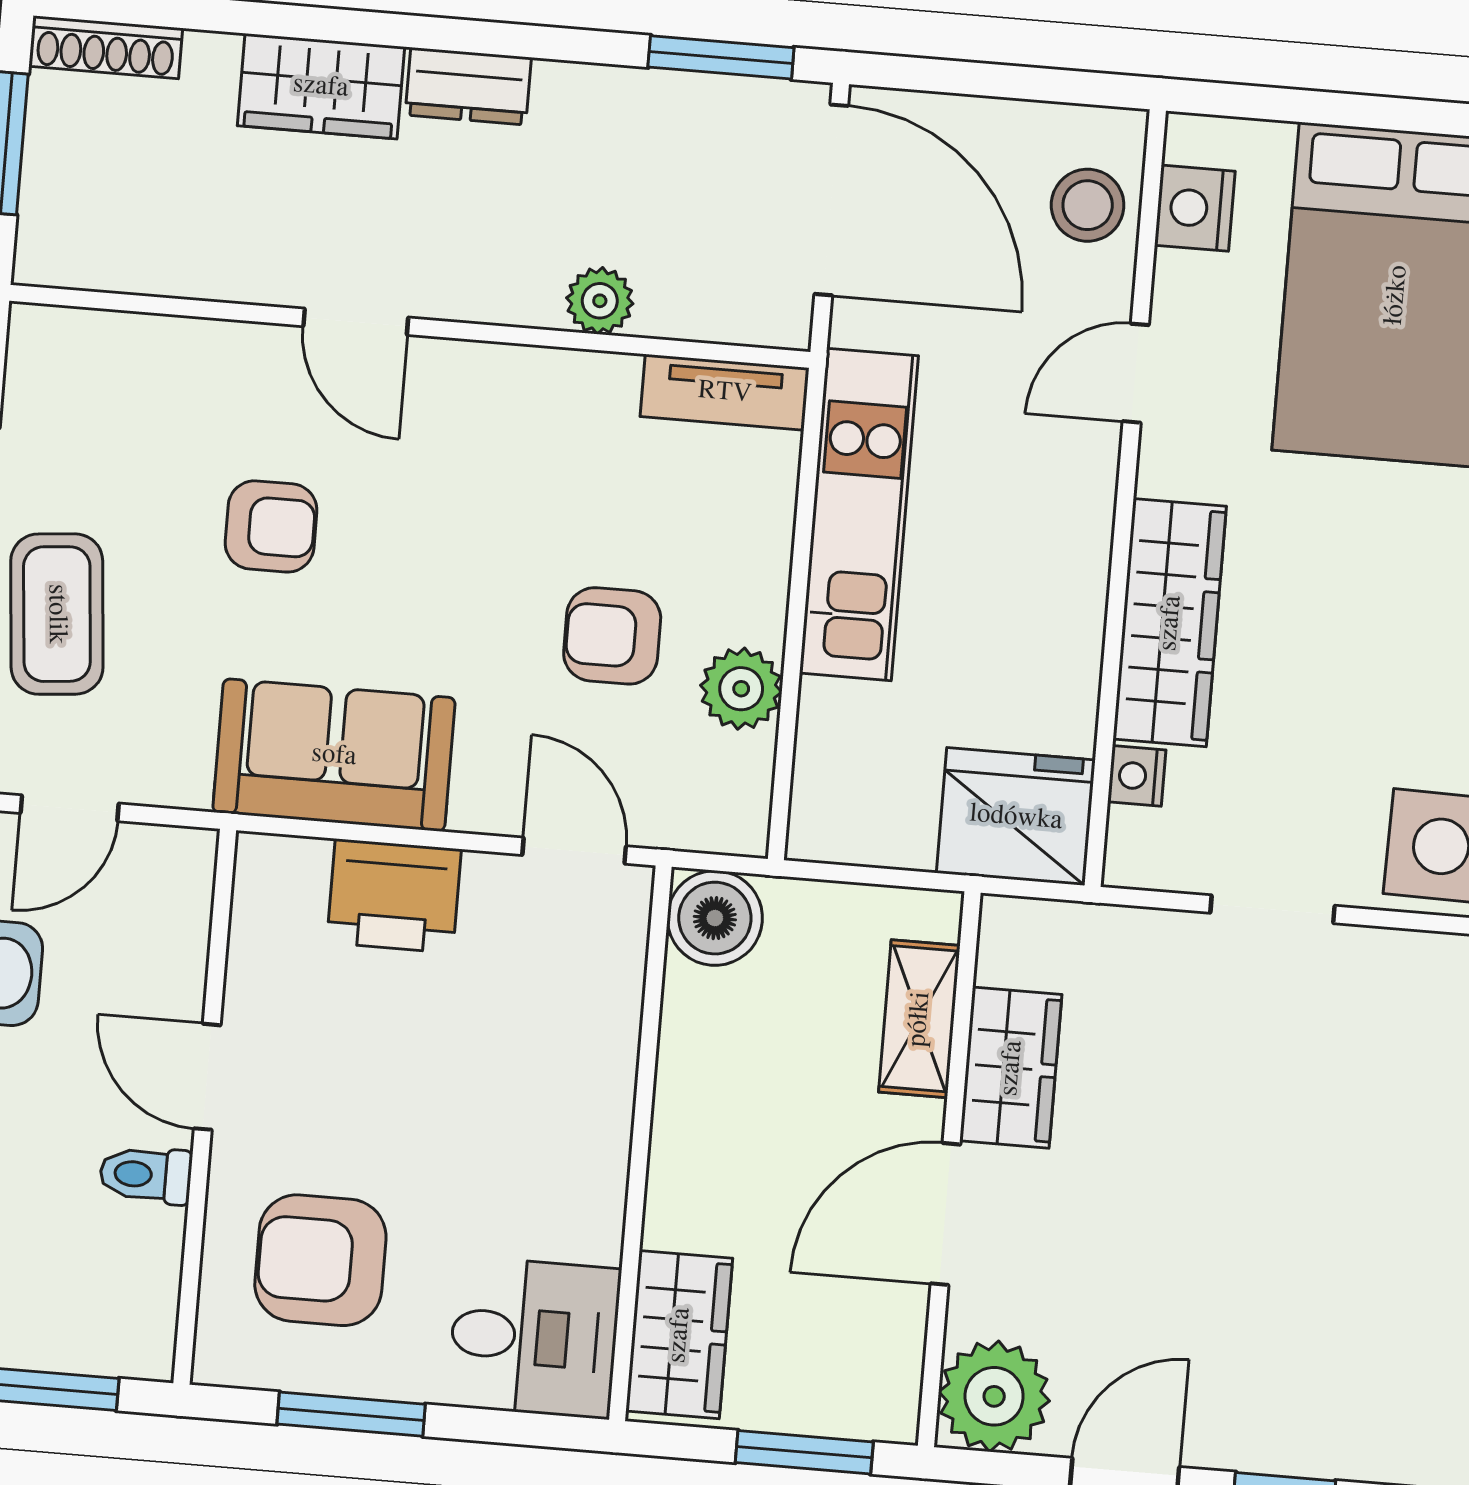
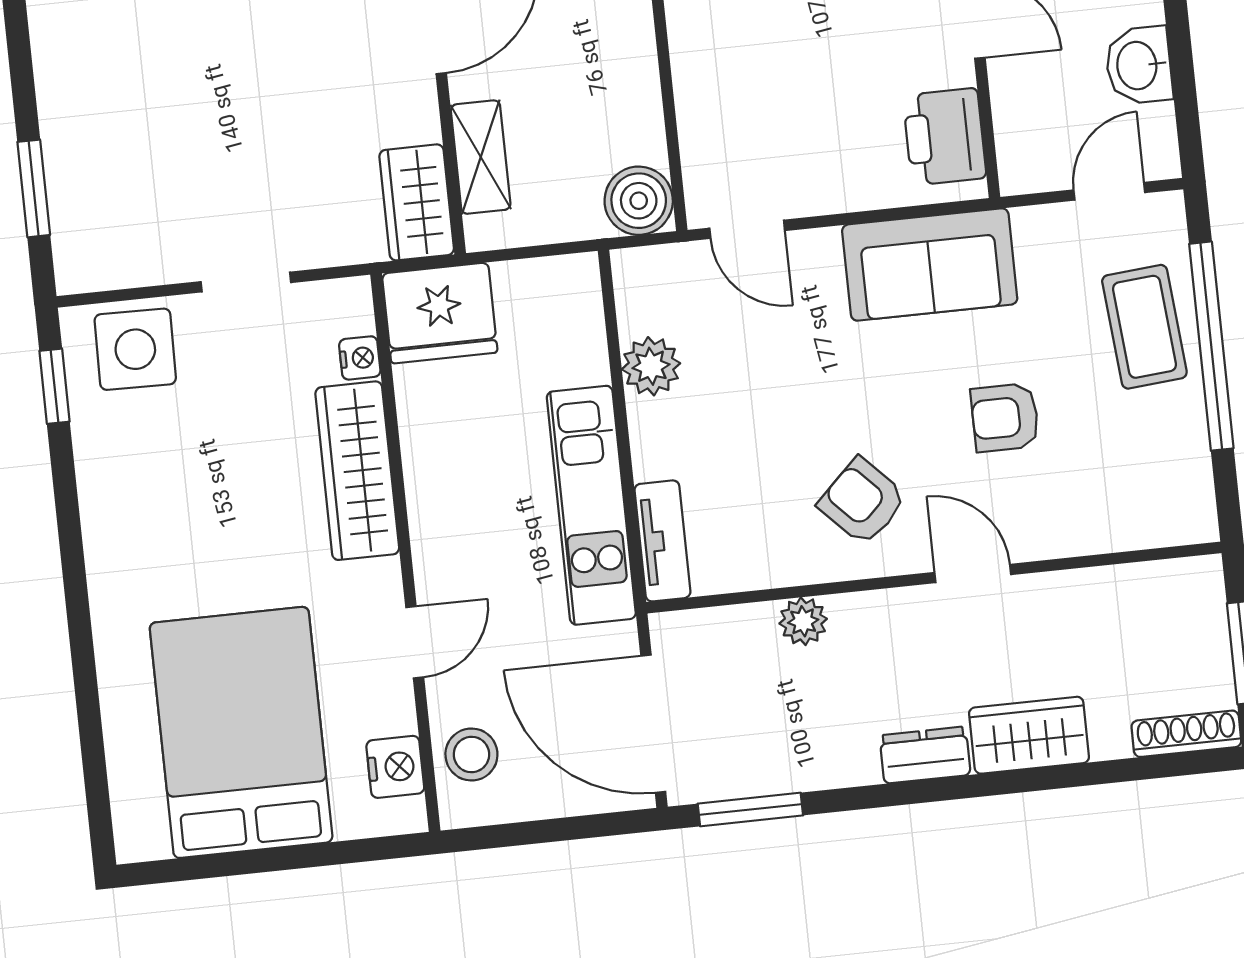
tv unit: (725, 392) -> (662, 541), moved, turned 90
armchair: (612, 636) -> (862, 501), moved, turned -134
printer: (394, 896) -> (945, 137), moved, turned -90
wardrobe: (1011, 1068) -> (417, 202), moved

